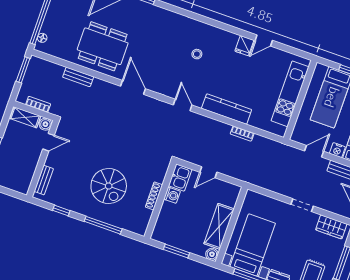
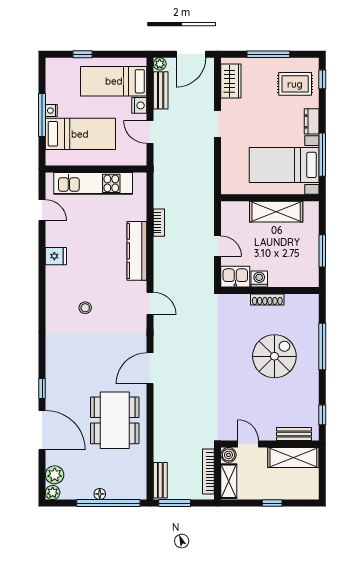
floor lamp: (42, 38) -> (100, 494), moved
door: (264, 40) -> (42, 210), moved
bench: (78, 77) -> (160, 480), moved
bookcase: (38, 104) -> (208, 471), width x1.56
door: (183, 105) -> (150, 303), swing flipped
shelving: (26, 173) -> (293, 458), added
window: (61, 210) -> (322, 415), moved
boiler: (212, 254) -> (311, 208), removed

